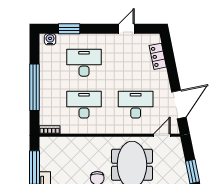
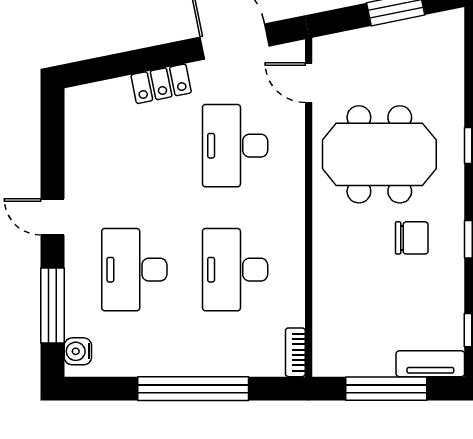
window: (69, 29) -> (53, 305), width x1.44
door: (127, 29) -> (53, 217), moved
locker: (158, 56) -> (161, 84), moved

